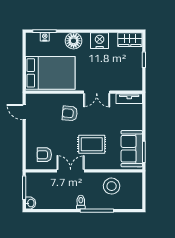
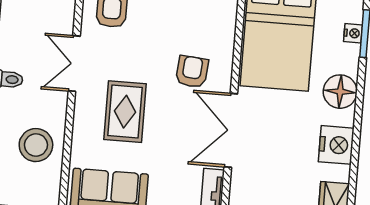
double door: (97, 92) -> (231, 130), width x1.37
double door: (71, 171) -> (74, 64), swing flipped

